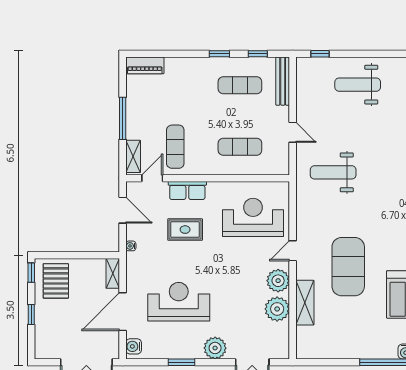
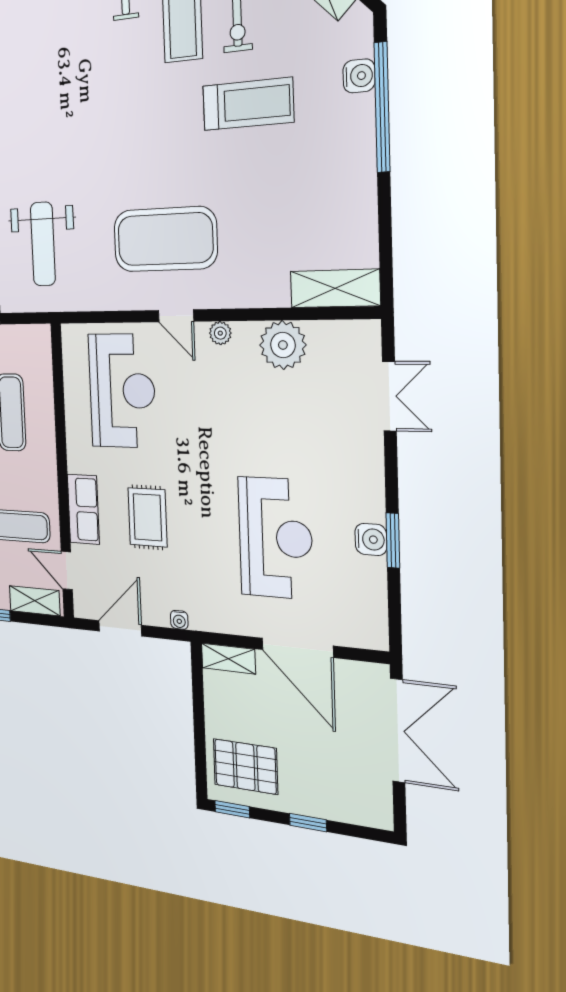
reception desk: (253, 217) -> (122, 391), turned 180
exercise mat: (348, 267) -> (165, 239), moved
plant: (278, 281) -> (220, 333), width x0.53, depth x0.53
reception desk: (179, 302) -> (275, 538), turned 180
shelving: (305, 303) -> (335, 288), moved
water cooler: (134, 346) -> (371, 539), moved, turned -90
plant: (215, 348) -> (362, 471), removed

